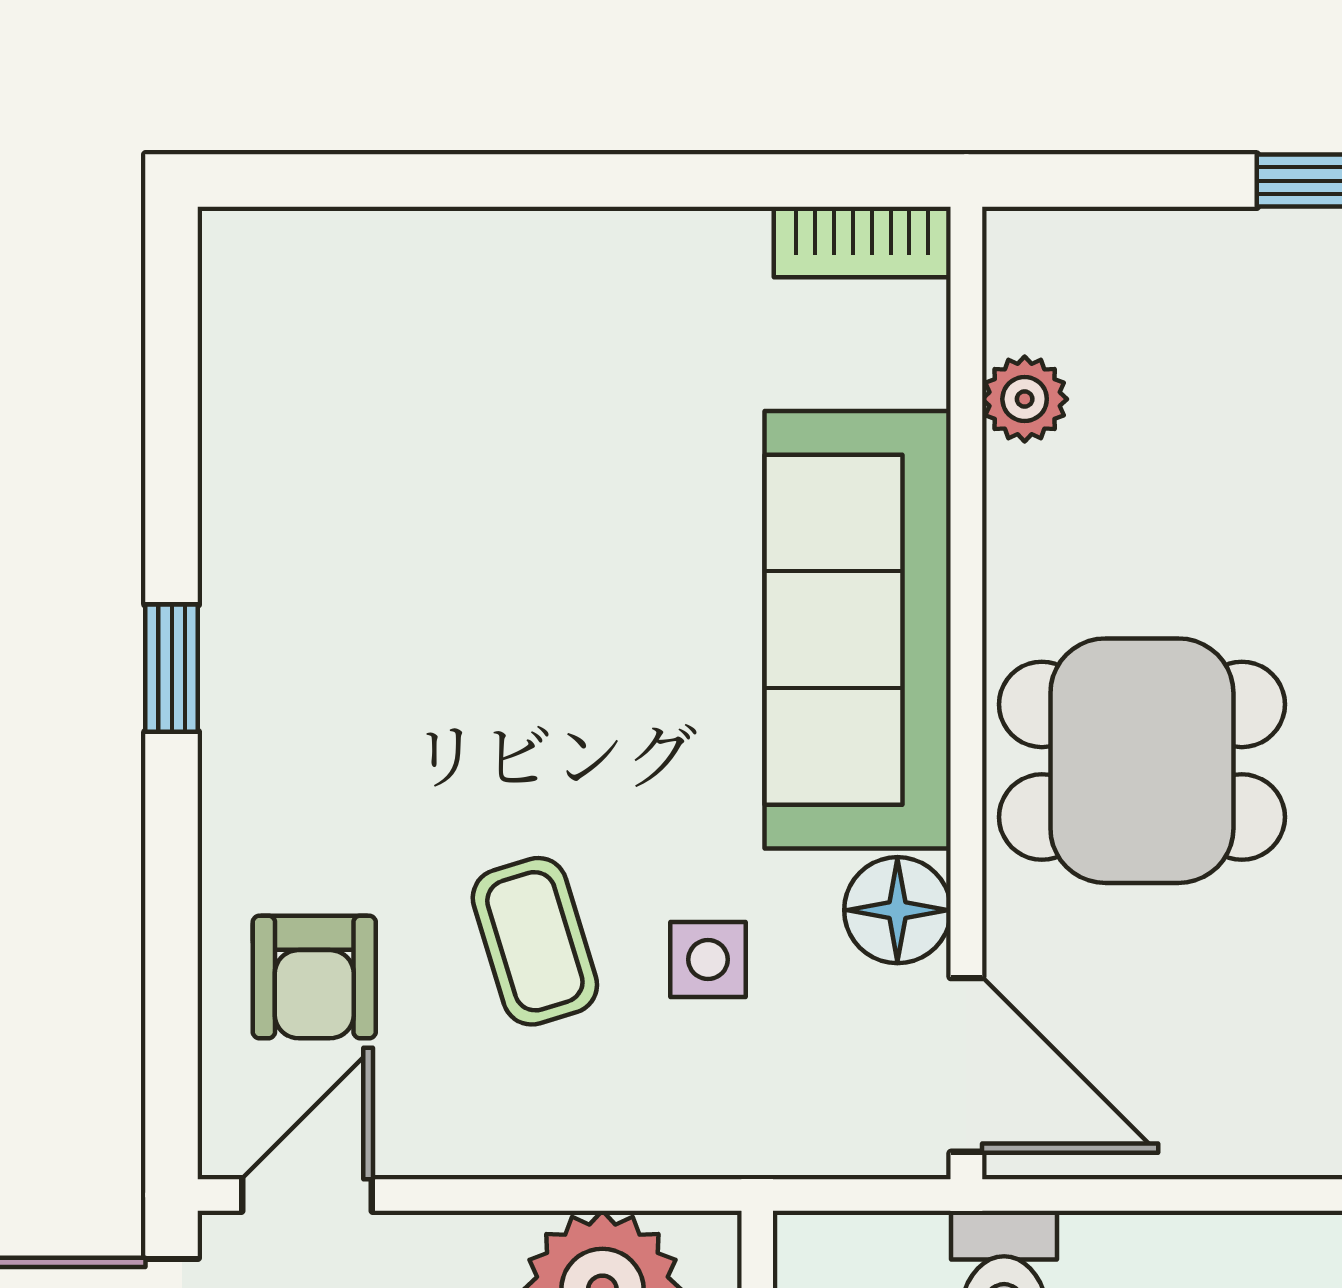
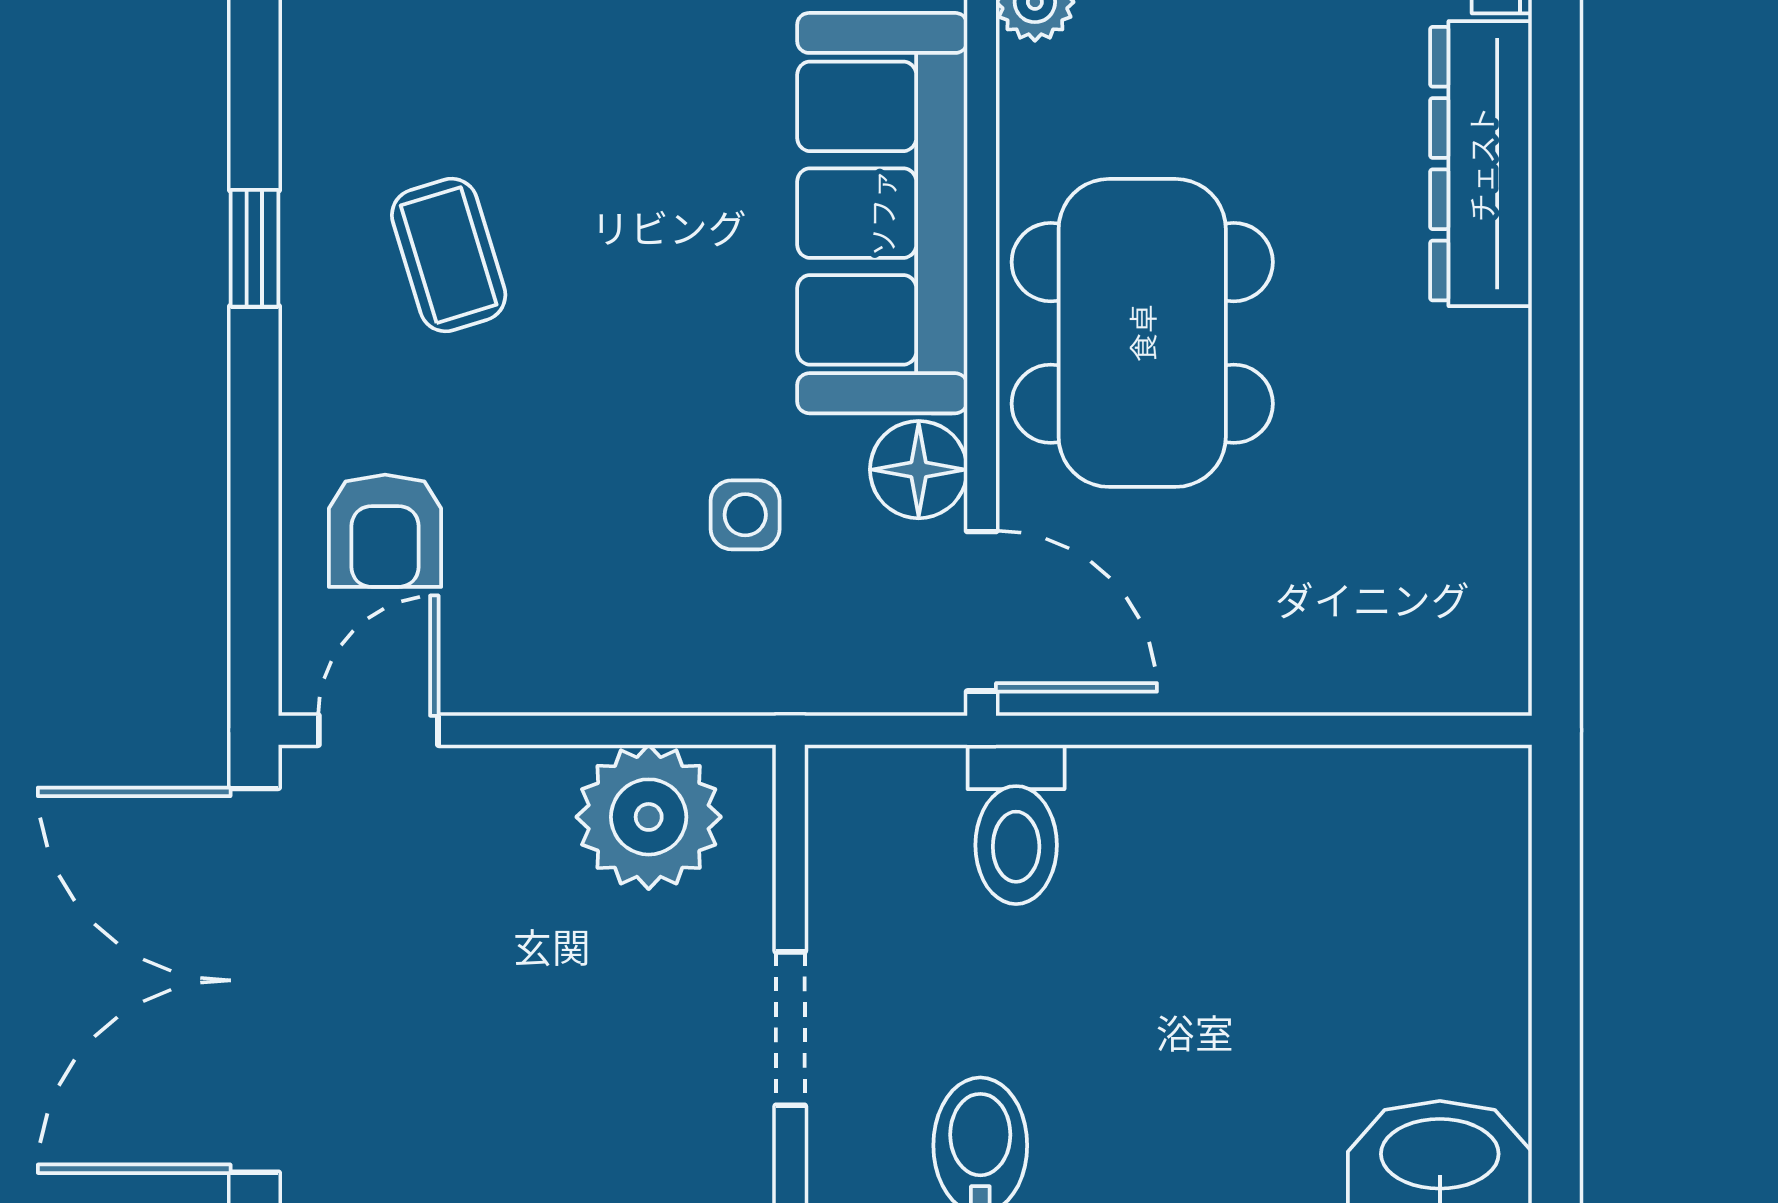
dining table: (1142, 761) -> (1142, 333), width x1.38
coffee table: (535, 941) -> (449, 255), moved

